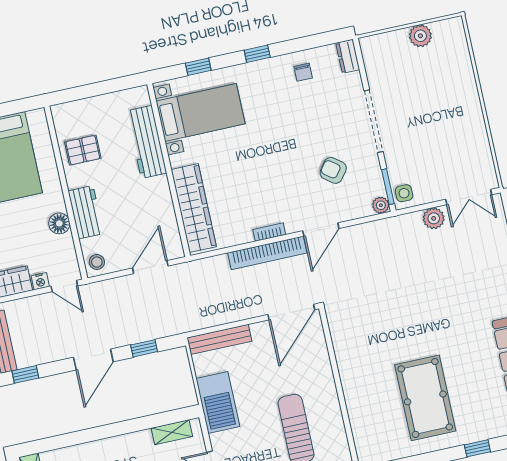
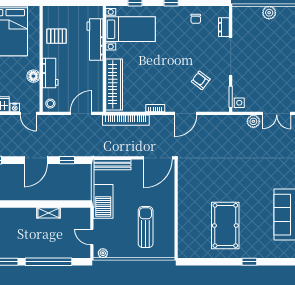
dresser: (348, 56) -> (224, 27), moved
plant: (381, 205) -> (224, 107), removed
bookcase: (267, 253) -> (126, 120), moved
shelving: (172, 432) -> (49, 213), moved

